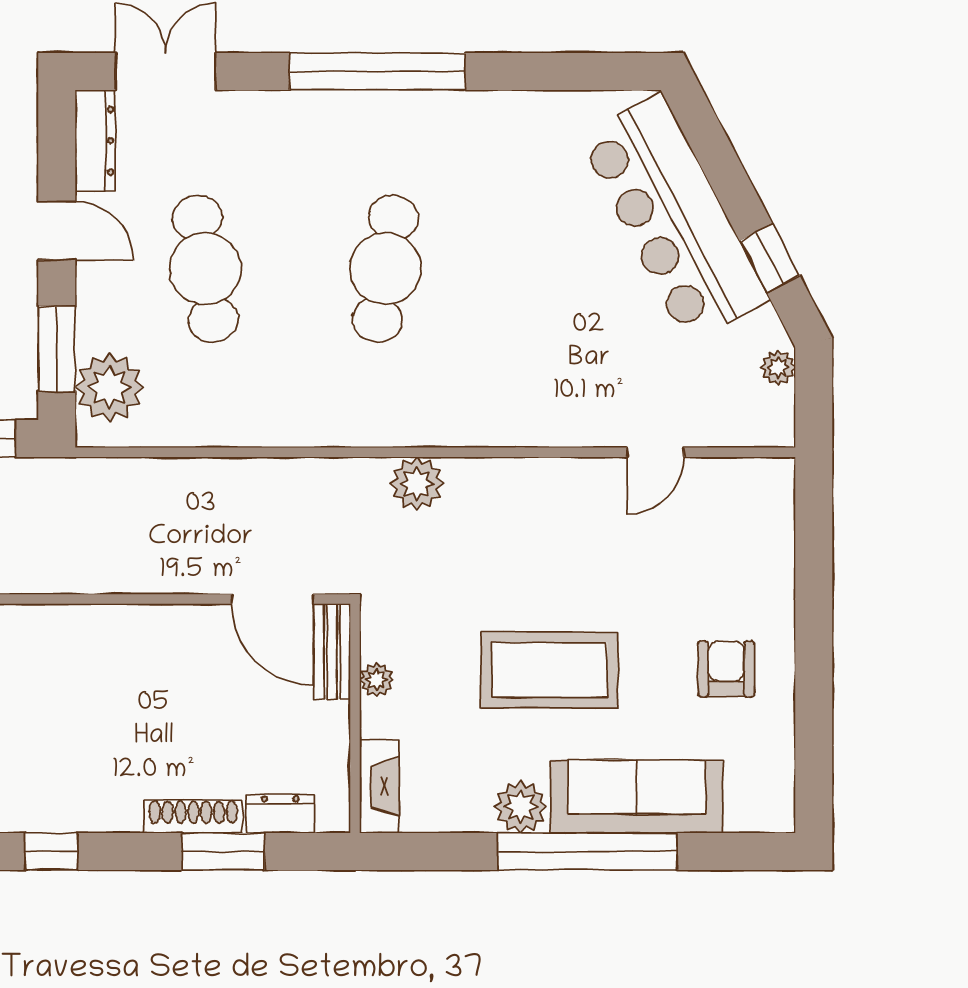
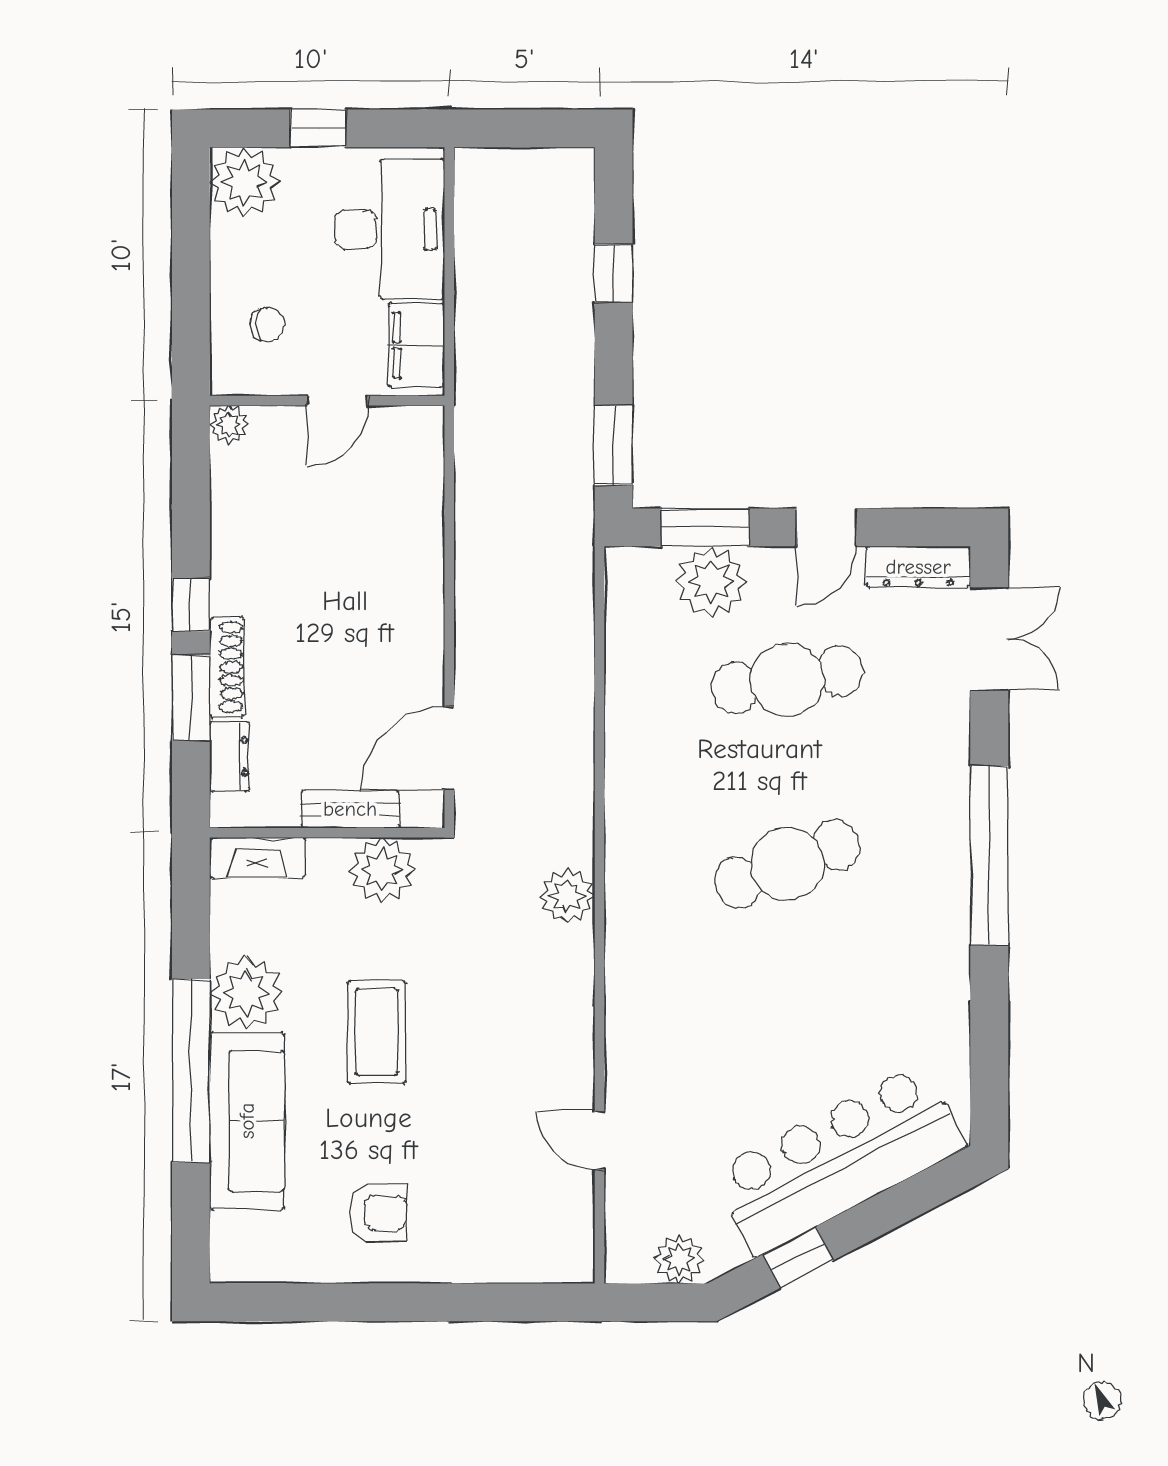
cafe table: (385, 269) -> (787, 864), turned -30
plant: (778, 368) -> (679, 1259), width x1.38, depth x1.38
plant: (109, 387) -> (711, 581), moved
bench: (332, 652) -> (350, 809), moved
coffee table: (549, 670) -> (377, 1032), width x0.73, depth x0.76
plant: (377, 680) -> (382, 870), width x1.88, depth x1.88
plant: (521, 807) -> (246, 993), width x1.36, depth x1.36
window: (51, 851) -> (191, 605), moved

